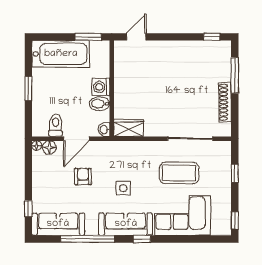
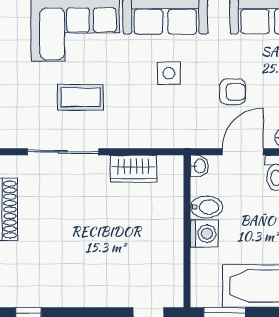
wardrobe: (129, 128) -> (133, 169), moved
coffee table: (179, 173) -> (81, 97), width x0.73, depth x0.76
armchair: (83, 176) -> (233, 92), turned -90

